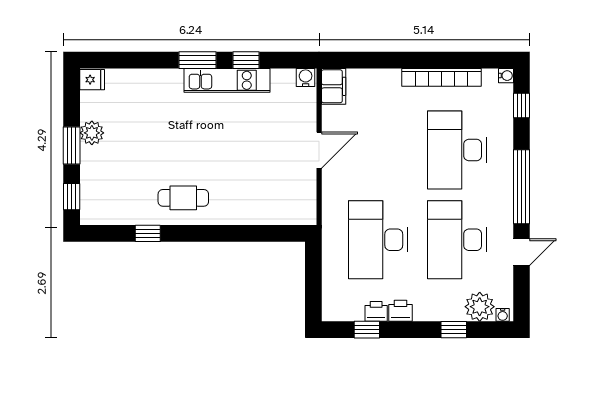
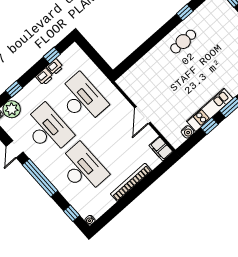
water cooler: (306, 77) -> (188, 132), moved
bookcase: (442, 77) -> (131, 182), moved

